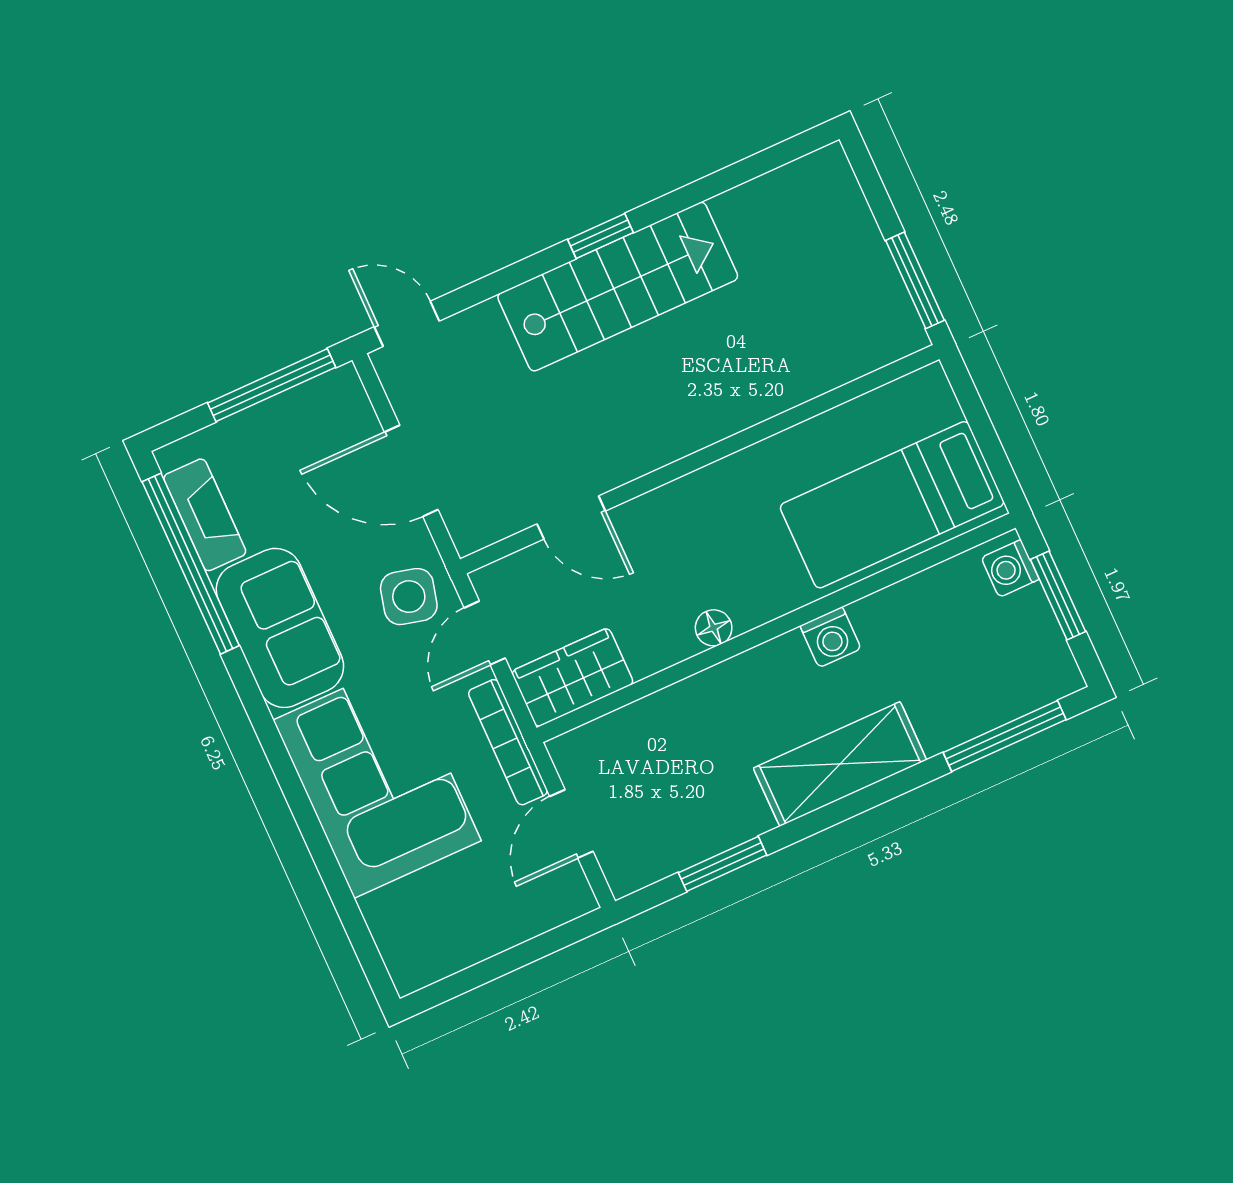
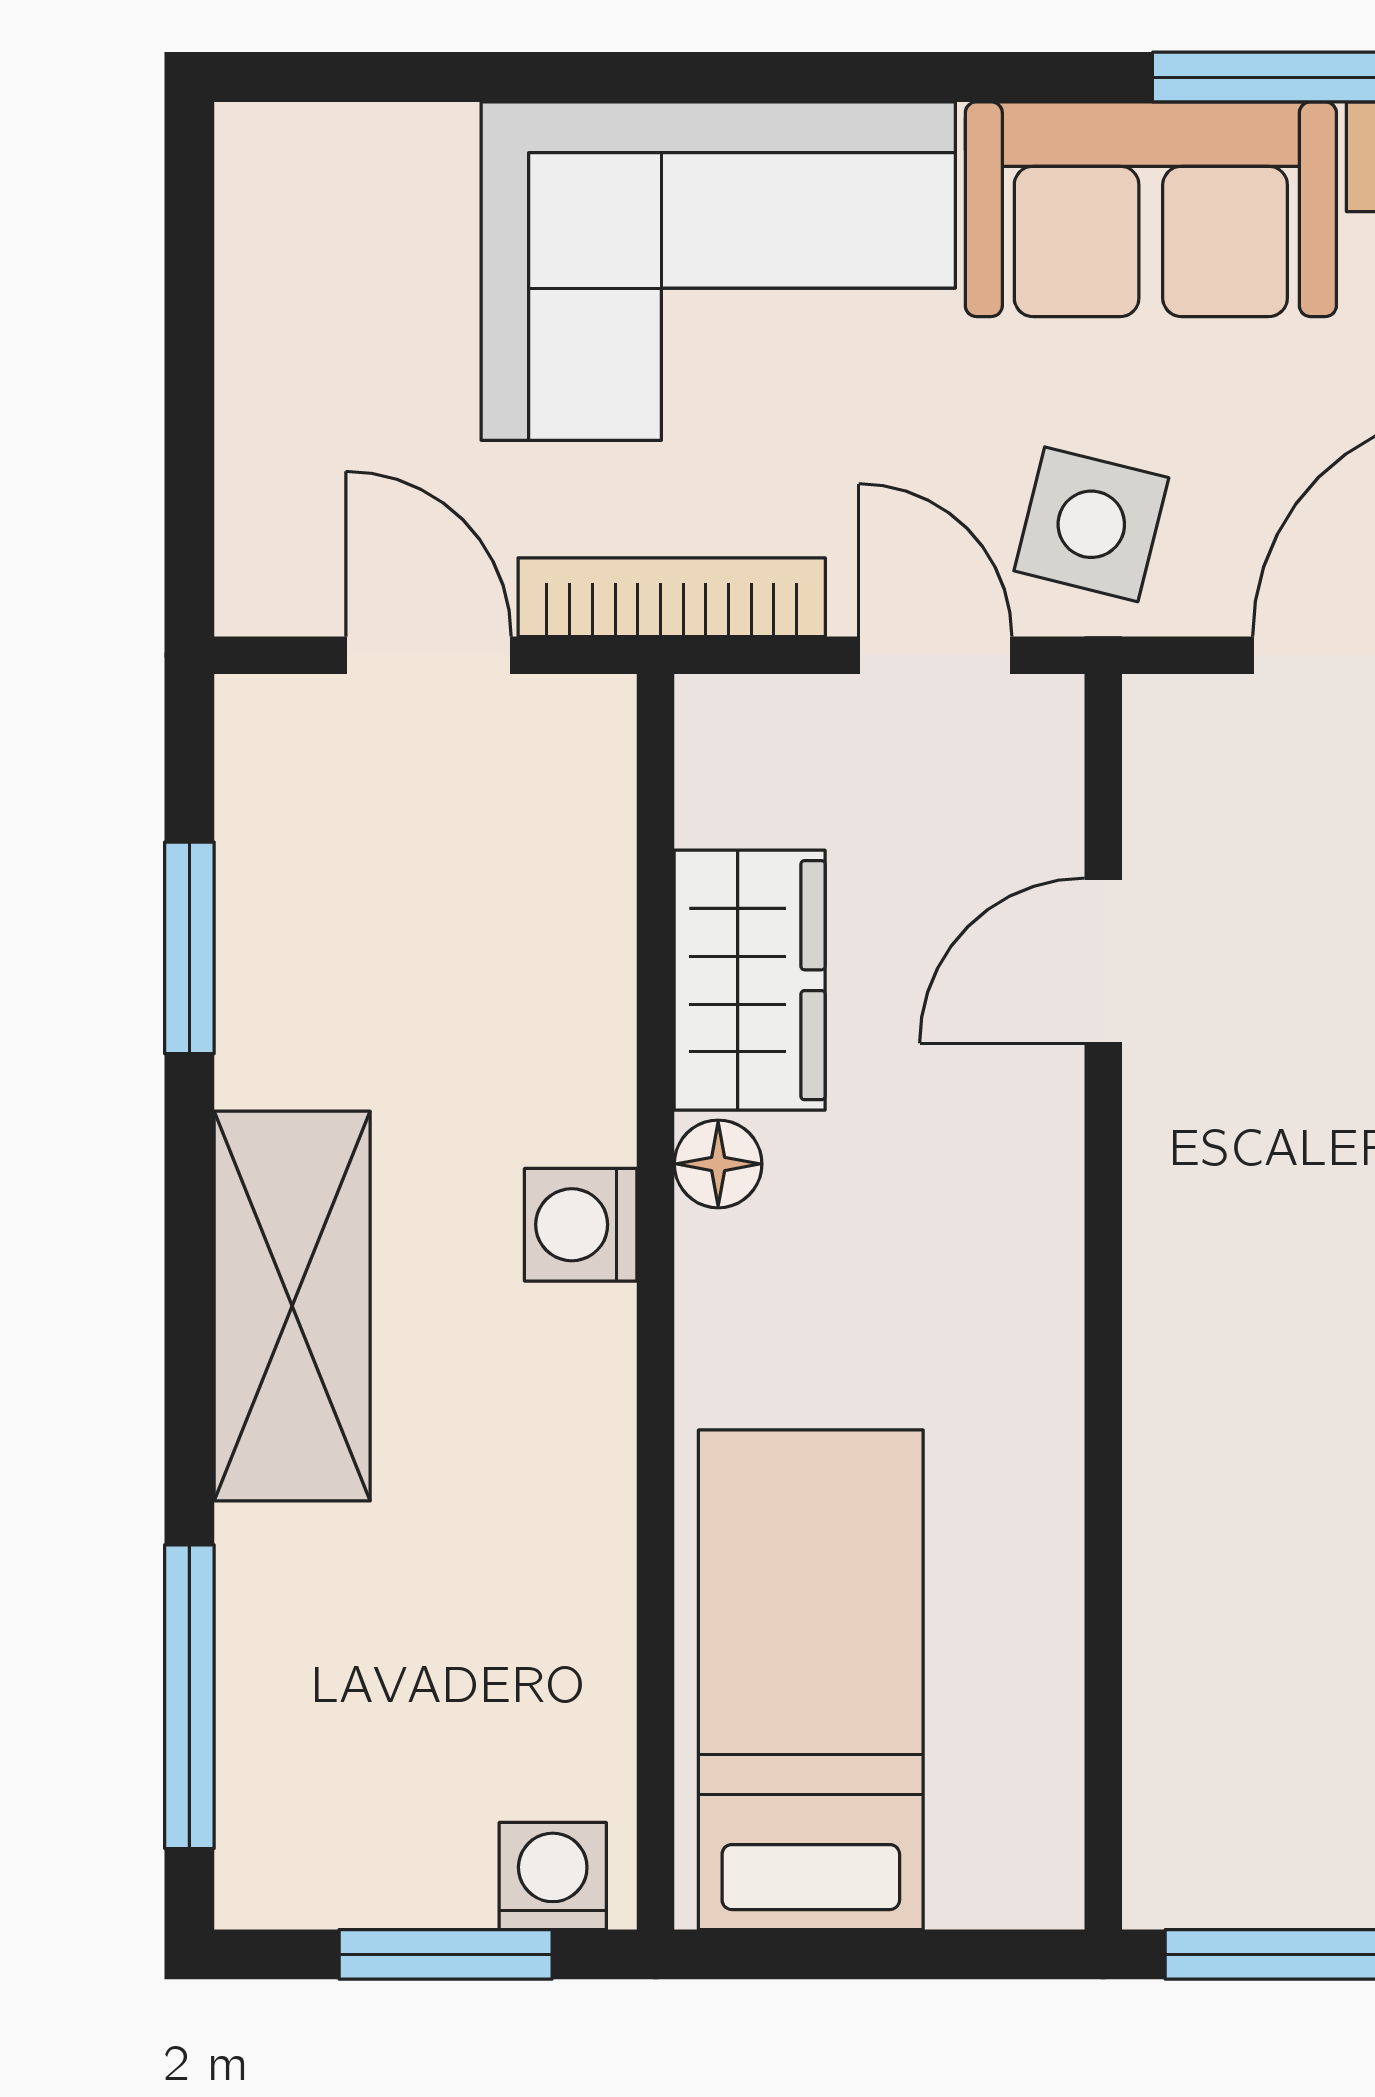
washing machine: (831, 637) -> (581, 1225), moved
wardrobe: (572, 677) -> (750, 980), moved

